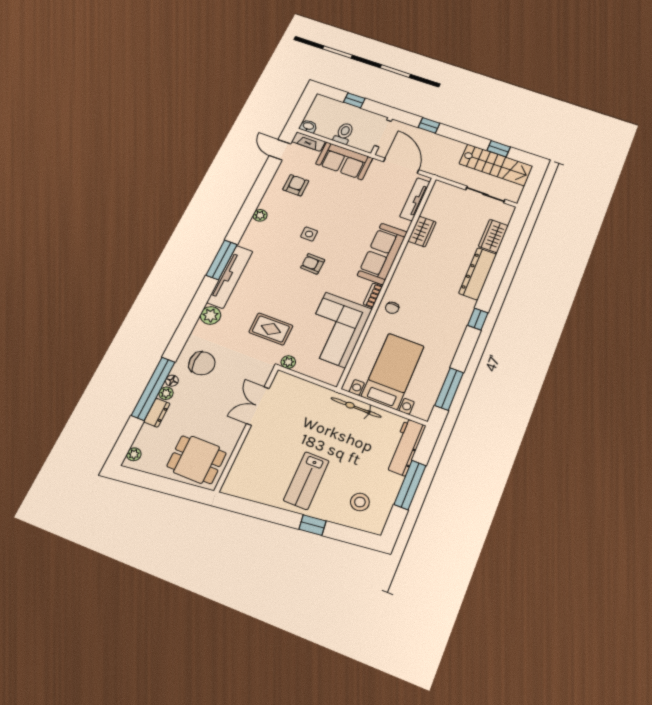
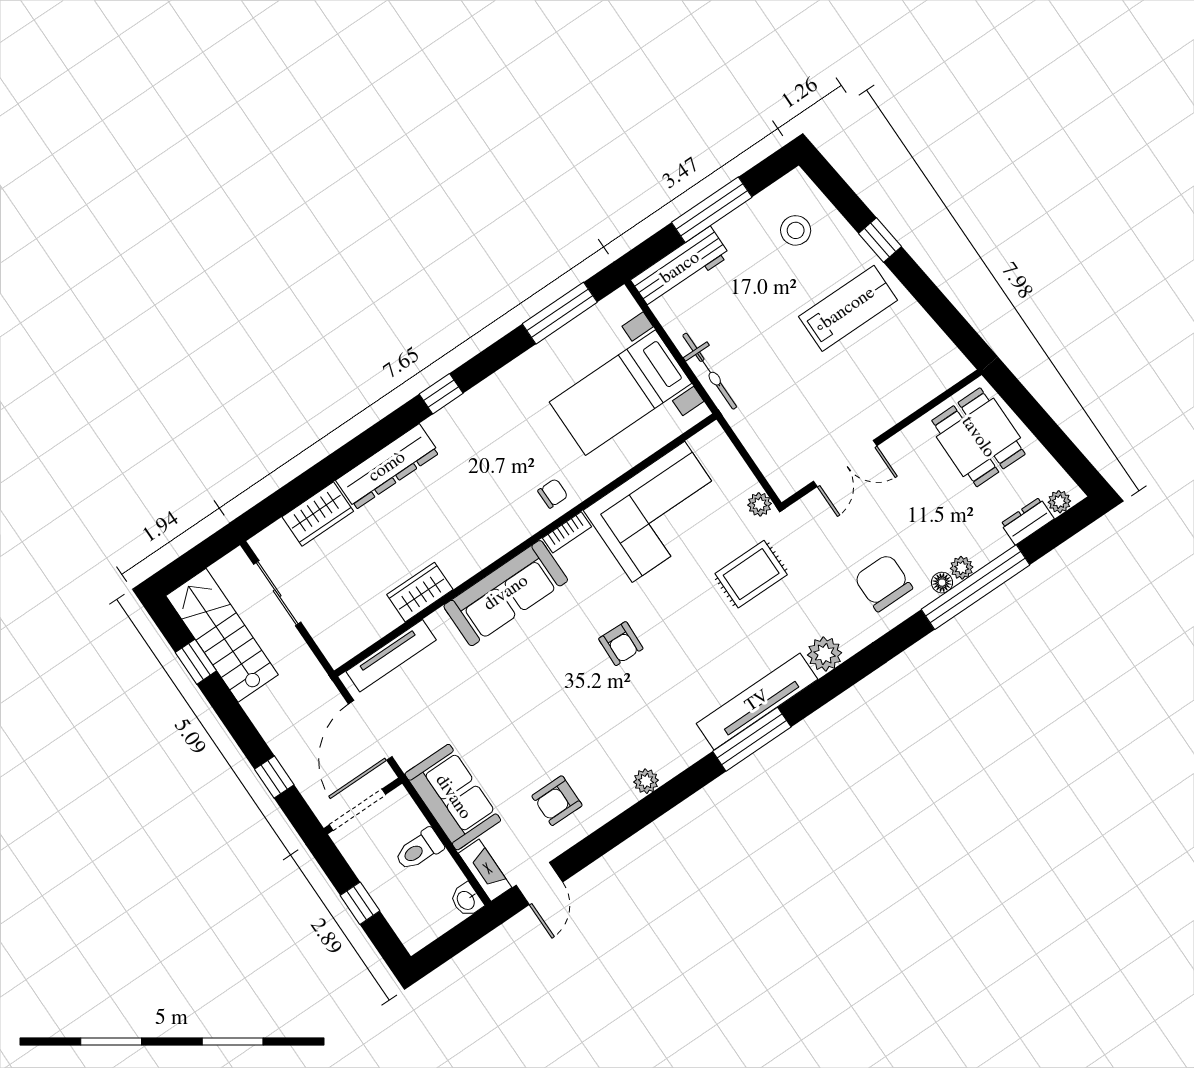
side table: (309, 234) -> (593, 699), removed
rug: (271, 329) -> (751, 574), turned 90
dresser: (157, 413) -> (1027, 521), moved

